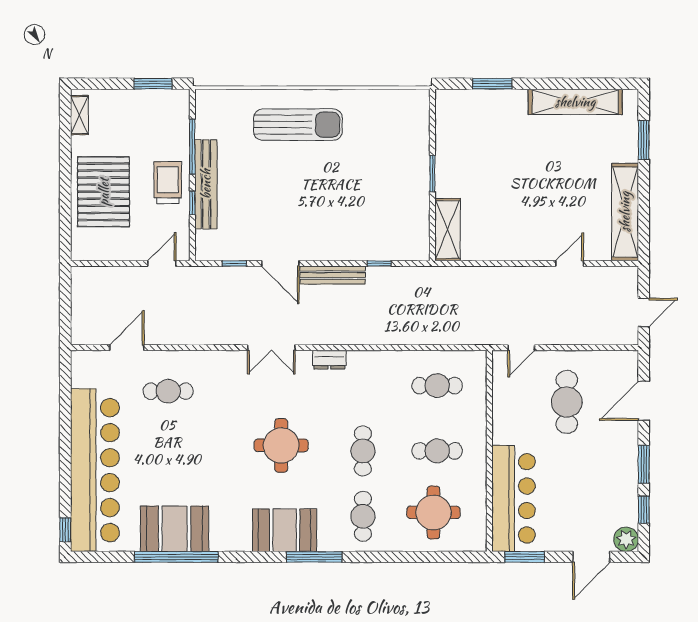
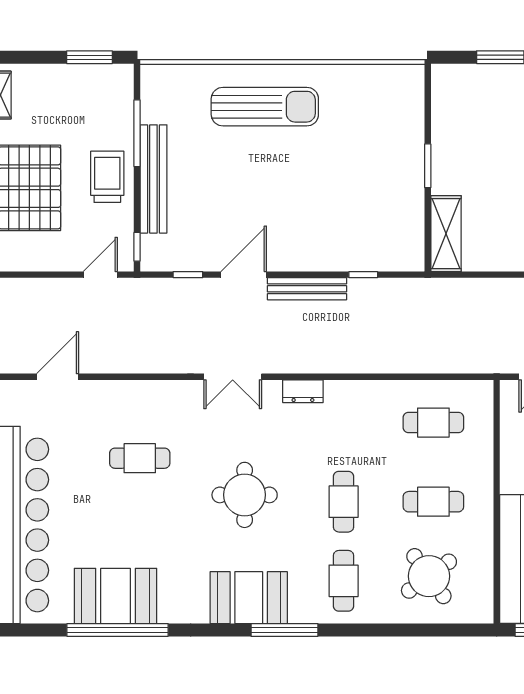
window: (192, 203) -> (137, 247), moved
door: (280, 263) -> (244, 275), swing flipped
cafe table: (168, 391) -> (140, 458), moved
round table: (433, 512) -> (429, 576), turned -36

